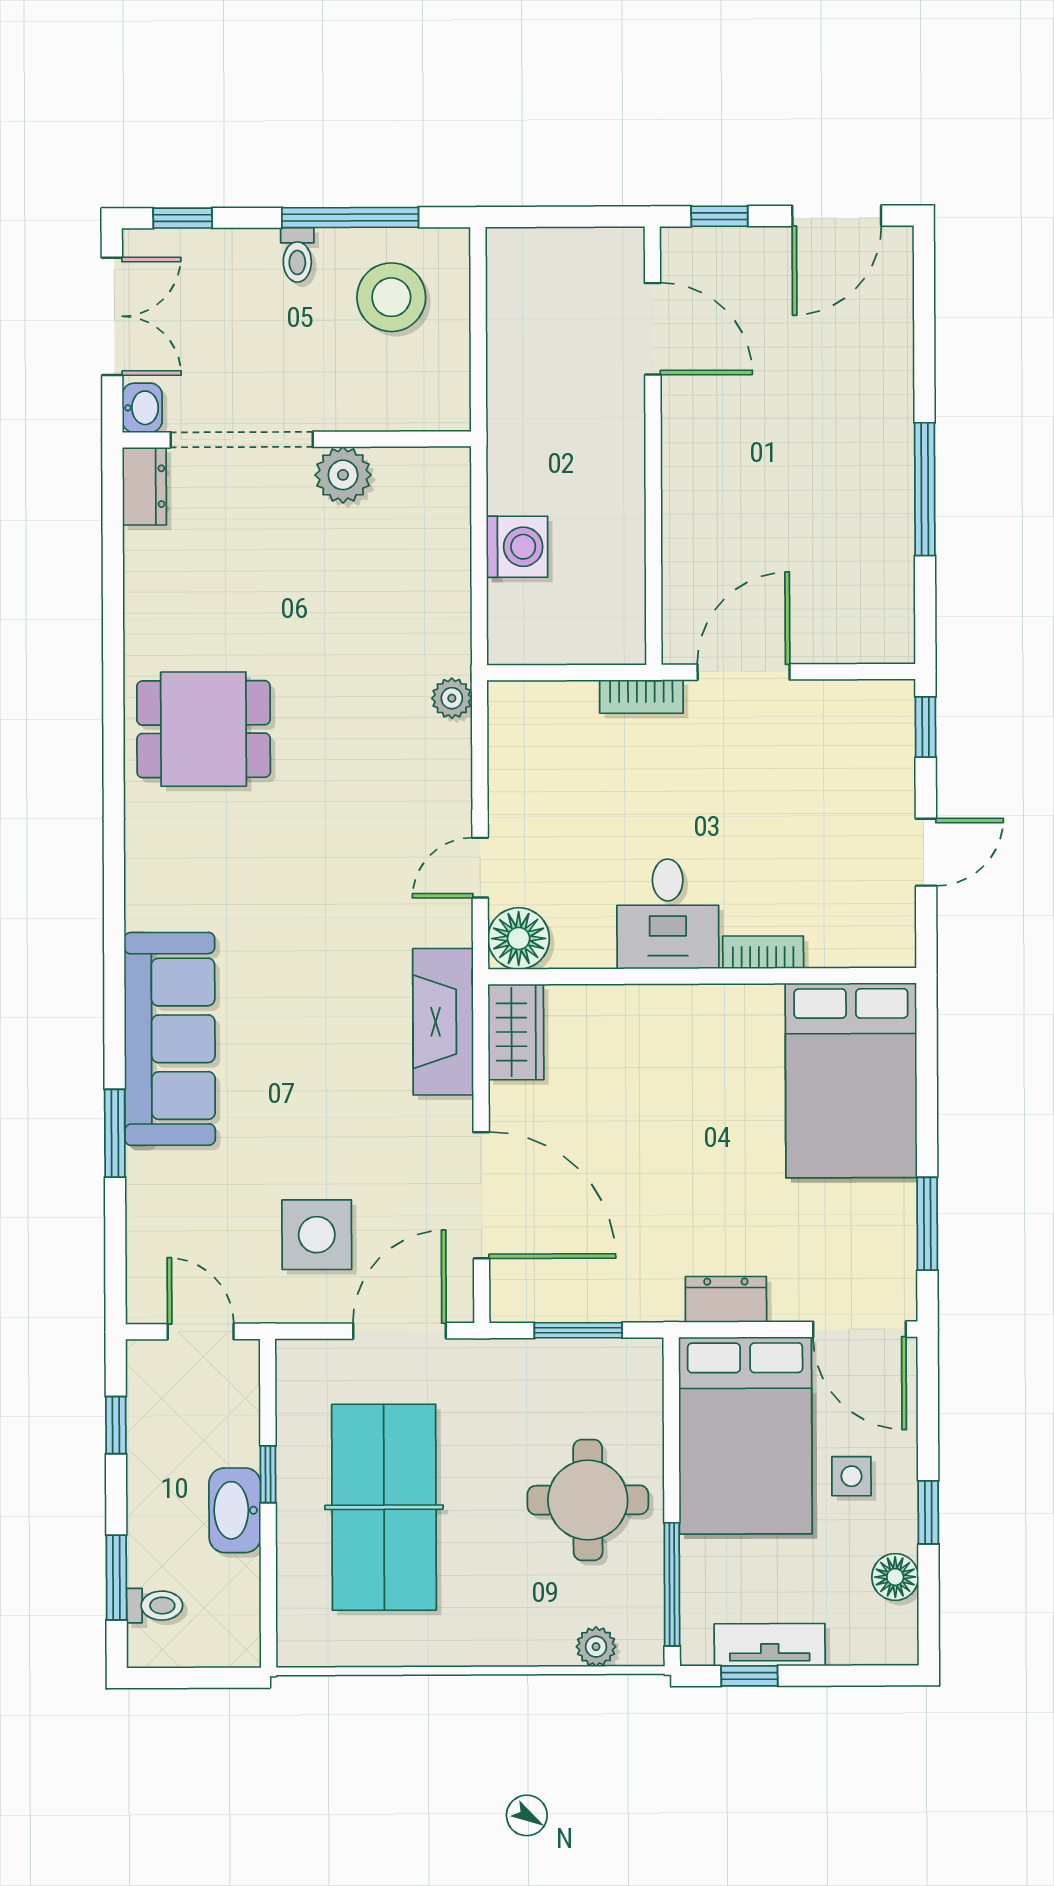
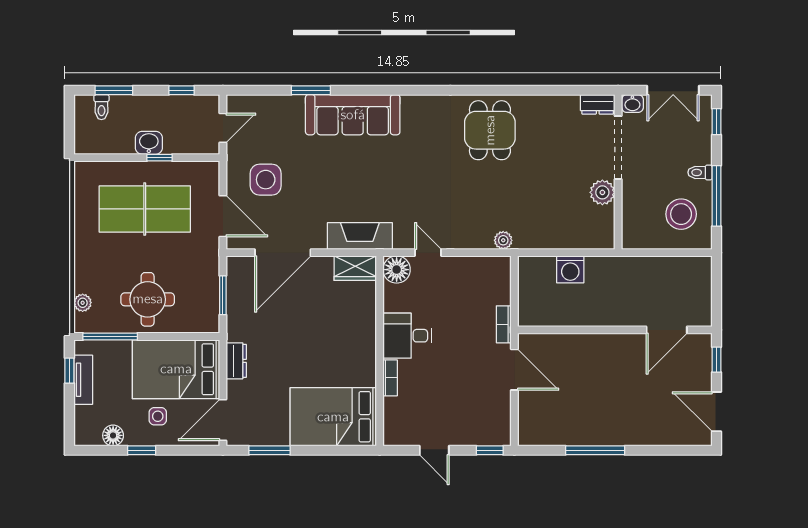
washbasin: (235, 1510) -> (149, 143), width x0.72

